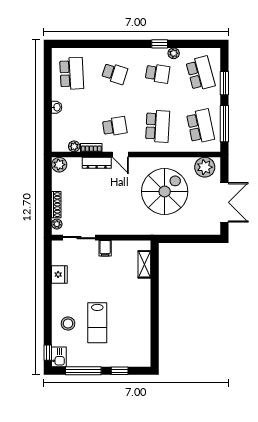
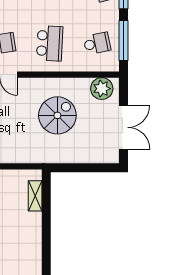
school desk: (200, 126) -> (97, 43), width x0.54
spiral stairs: (165, 192) -> (57, 115), width x0.73, depth x0.73

